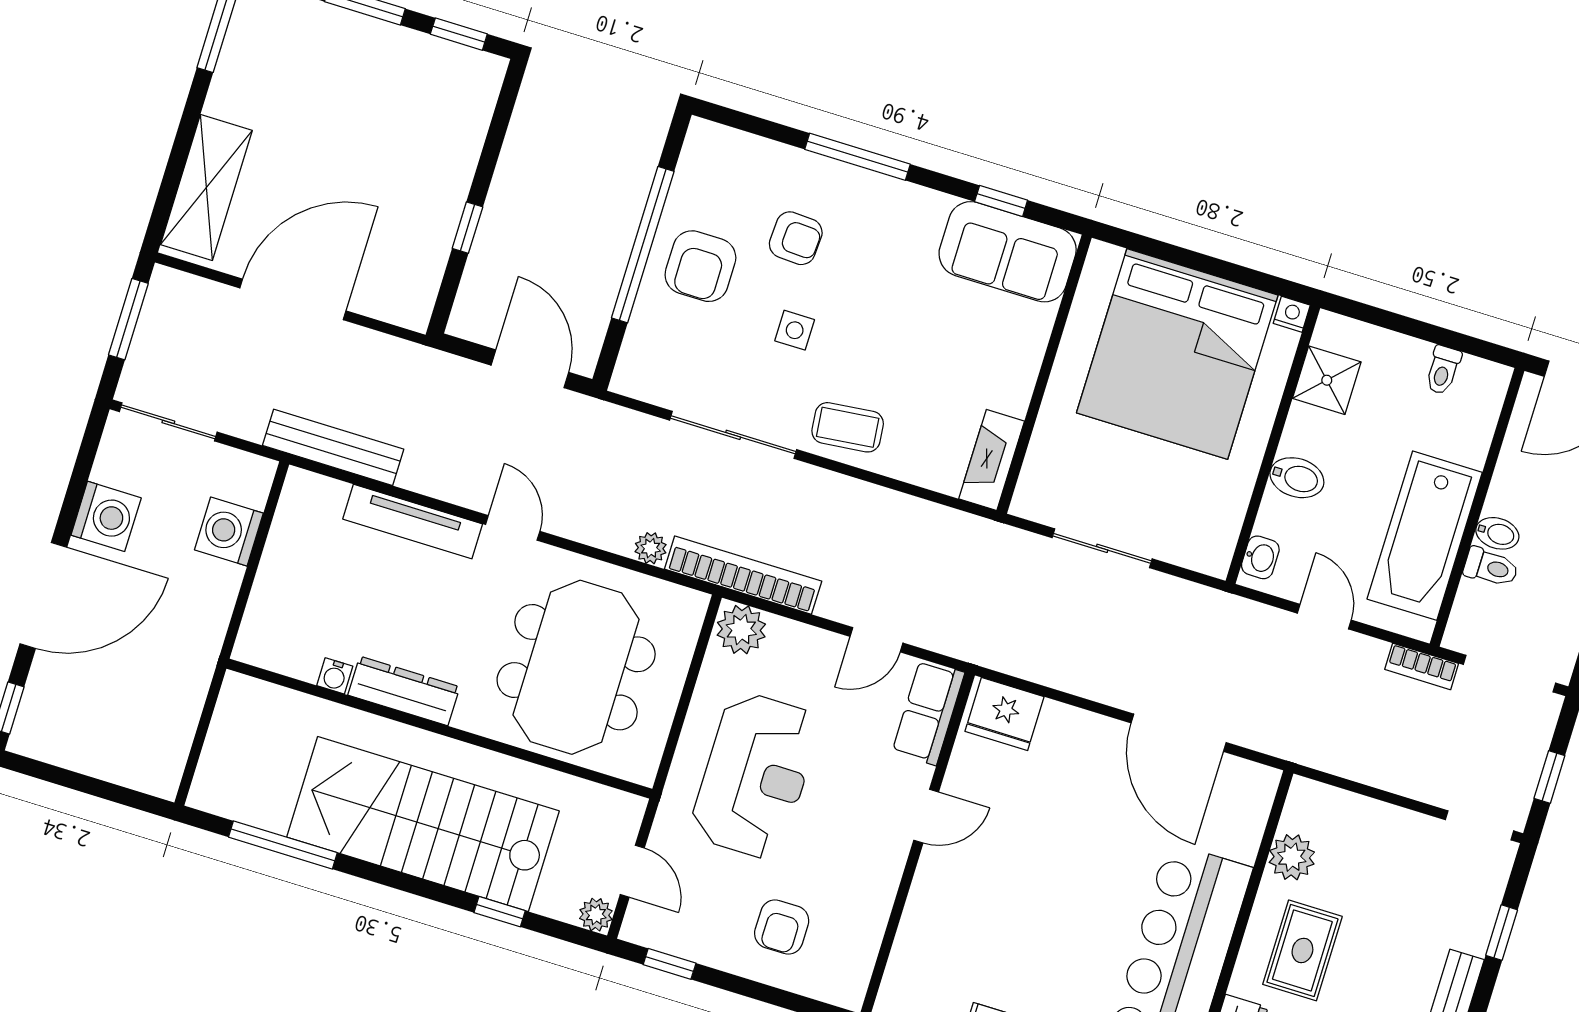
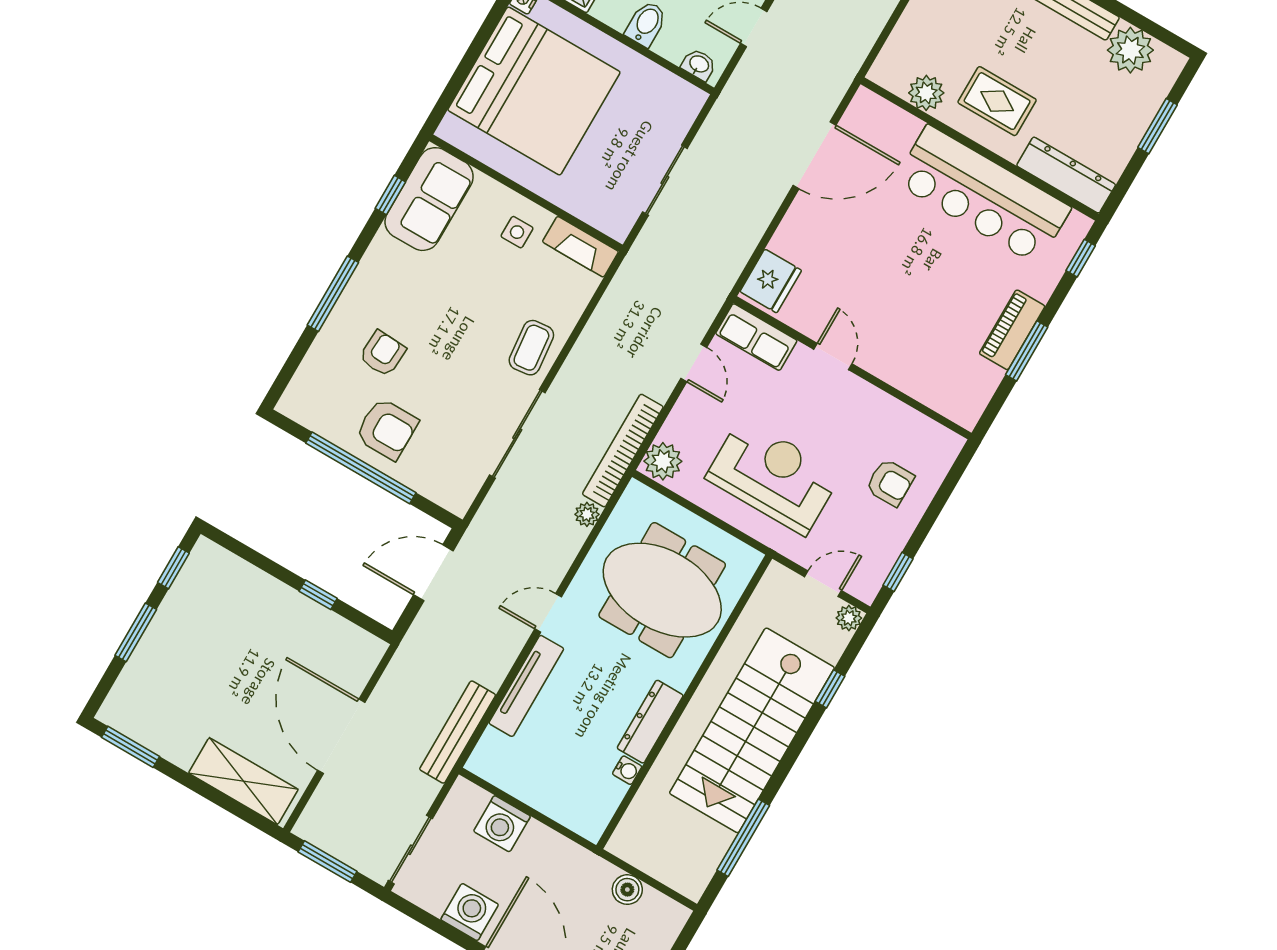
side table: (795, 330) -> (517, 232), moved
boiler: (182, 712) -> (627, 890), added

